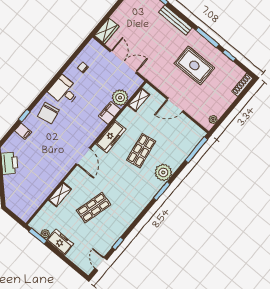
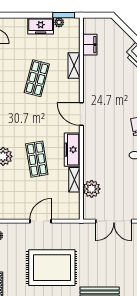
rug: (194, 66) -> (52, 268), width x1.37, depth x1.44
shelving: (139, 100) -> (74, 180), moved
filing cabinet: (109, 113) -> (90, 45), moved

